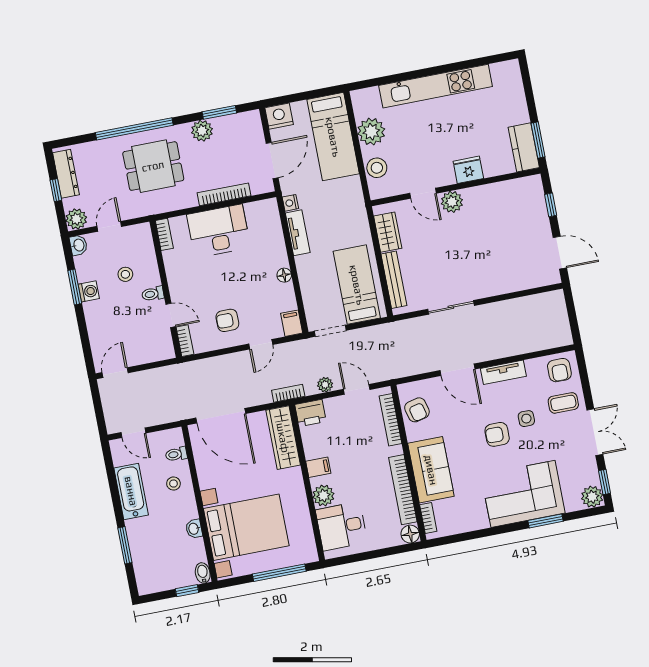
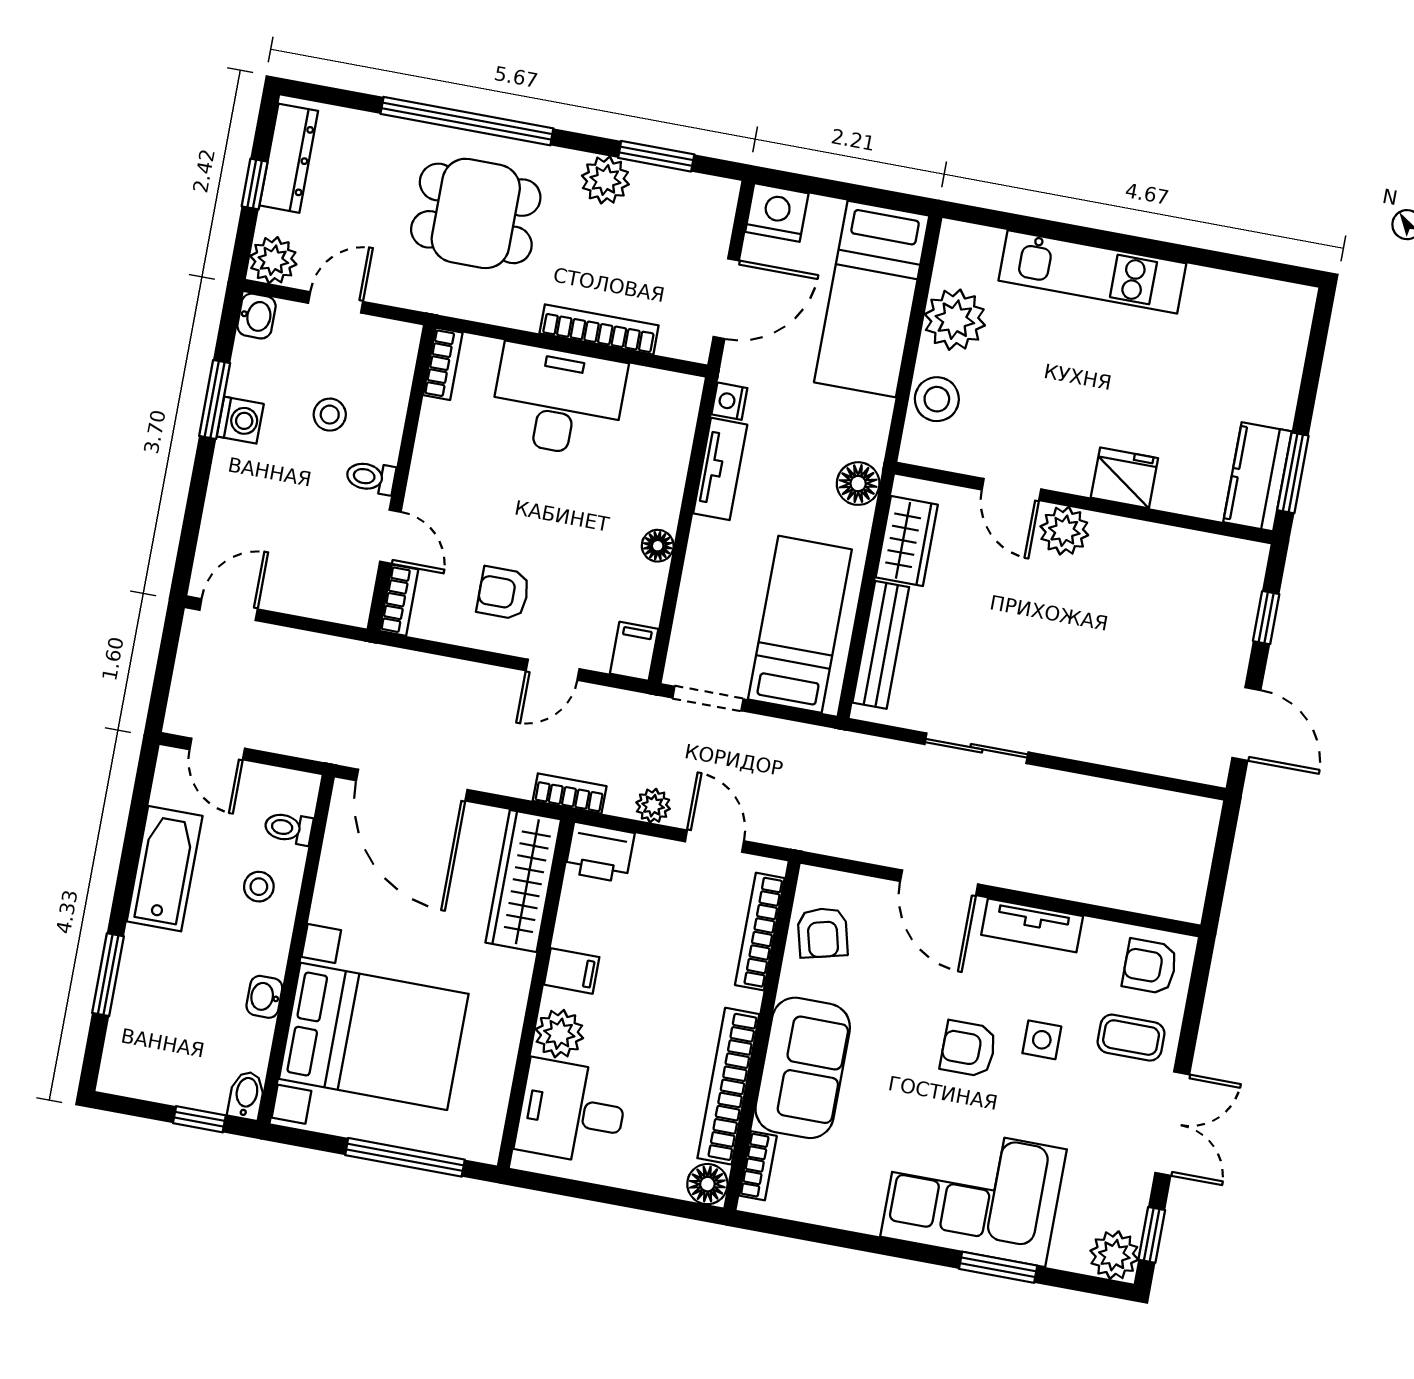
kitchen unit: (436, 86) -> (1092, 272), width x0.73
floor lamp: (358, 216) -> (858, 484), added
armchair: (559, 370) -> (1150, 966), turned 90

